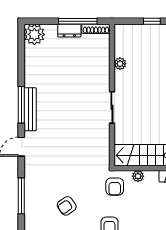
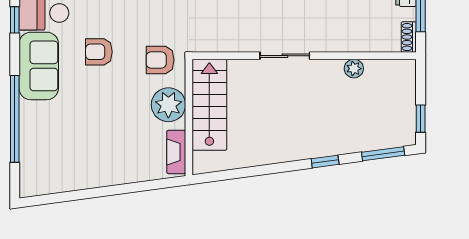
shoe rack: (96, 29) -> (409, 37), width x0.70
plant: (138, 176) -> (168, 105), width x1.88, depth x1.88

